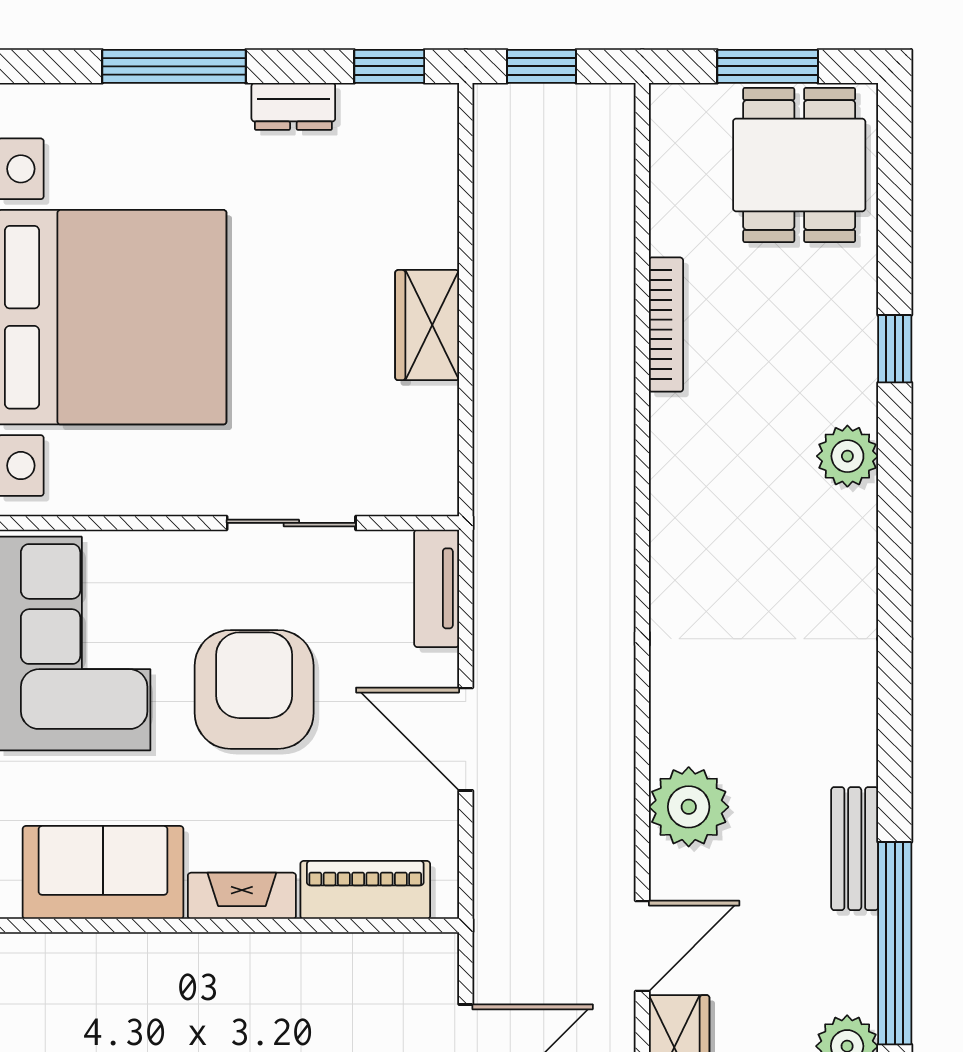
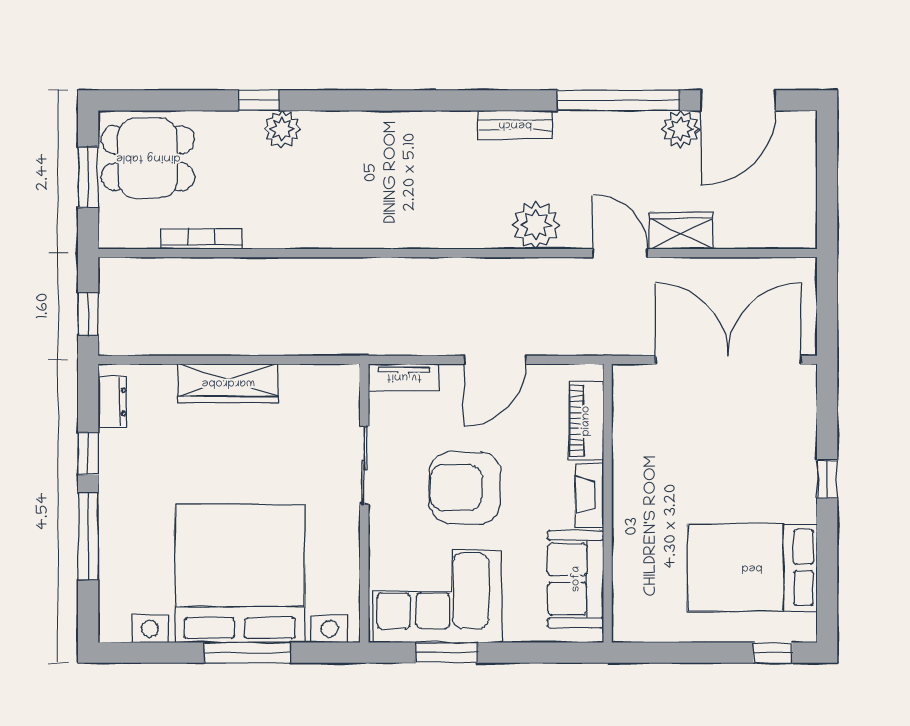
window: (389, 66) -> (88, 454), moved
dresser: (293, 106) -> (112, 402), moved
wardrobe: (427, 325) -> (228, 383), width x1.50
bookcase: (666, 325) -> (202, 239), moved
plant: (847, 456) -> (282, 129), moved
bench: (855, 849) -> (515, 125), moved

